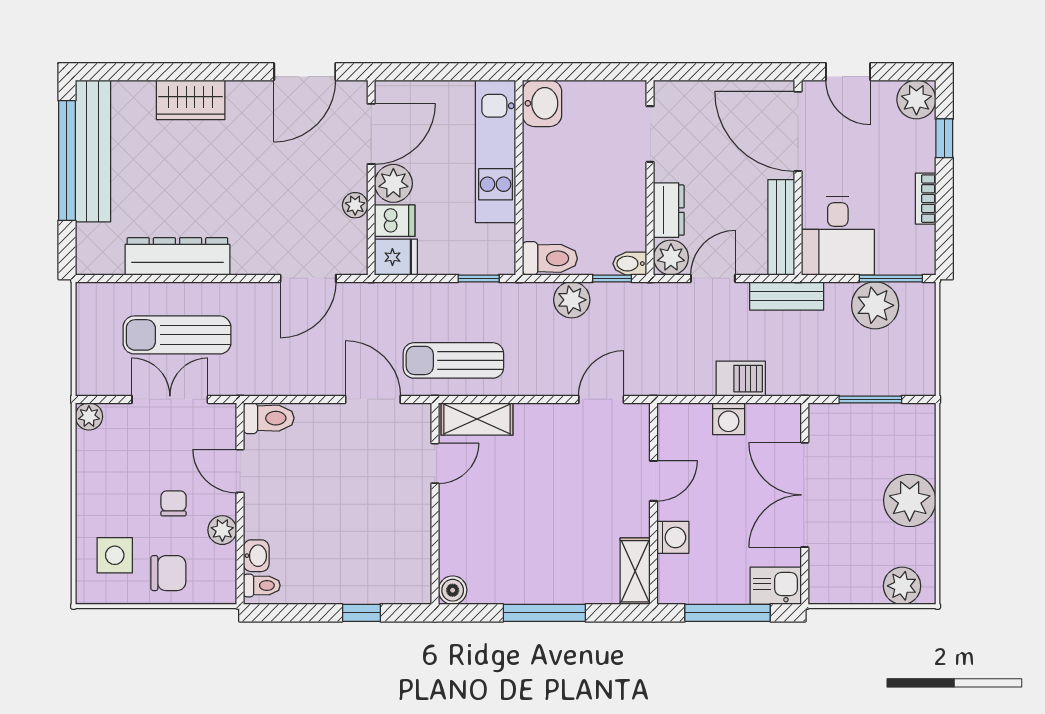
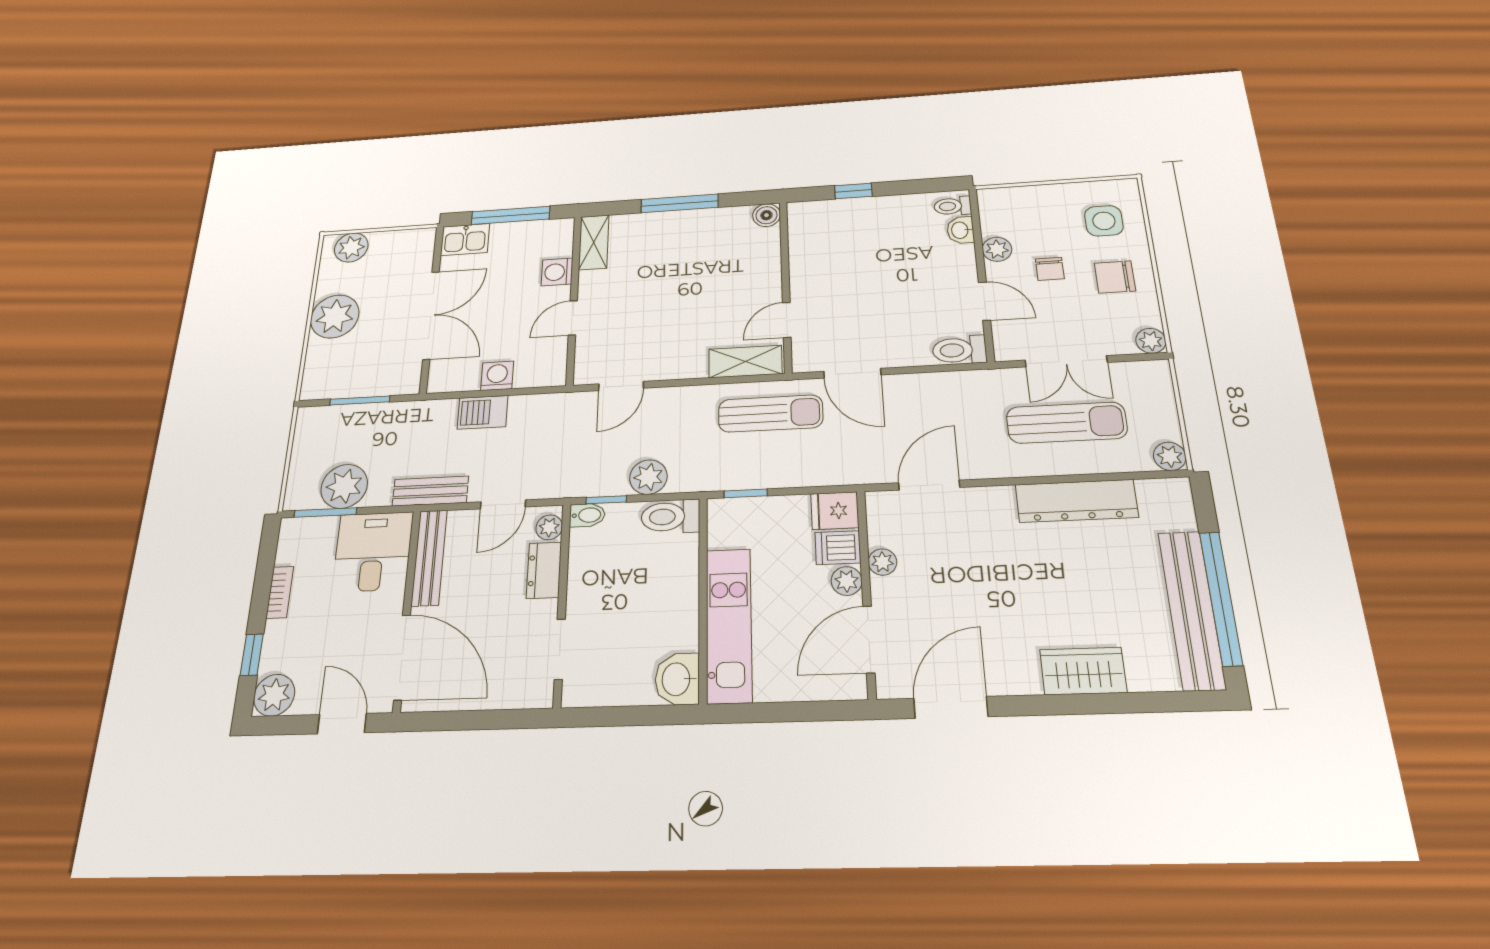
plant: (393, 183) -> (847, 581), width x0.73, depth x0.73
plant: (671, 258) -> (549, 527), width x0.73, depth x0.73
plant: (89, 296) -> (1170, 456), added
chair: (168, 573) -> (1115, 277), moved

